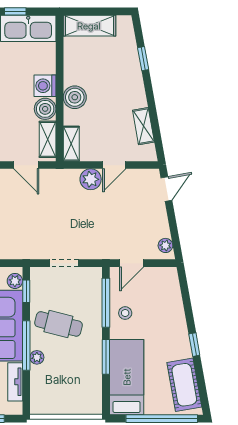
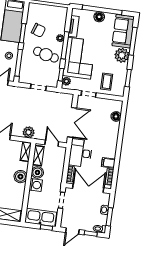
plant: (91, 179) -> (29, 132), moved
chair: (78, 366) -> (38, 30), added

